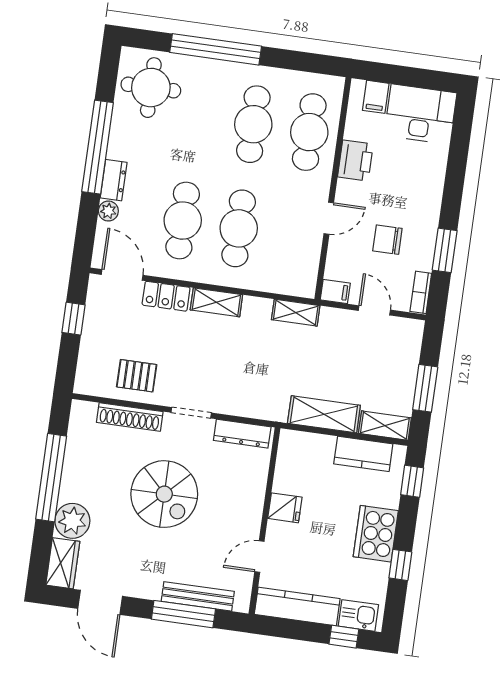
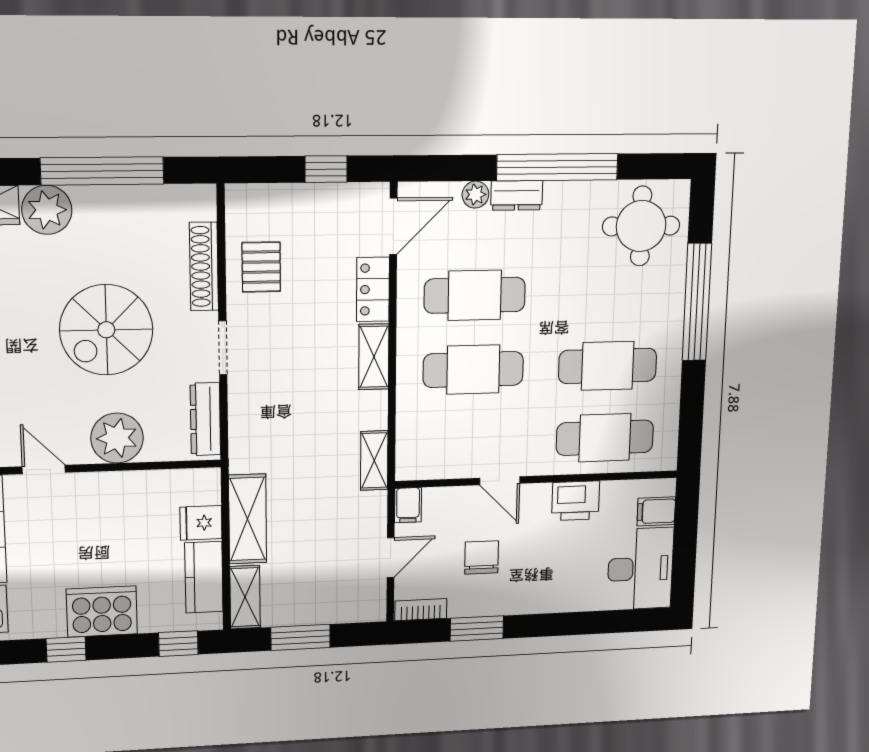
plant: (245, 500) -> (117, 438), added
fridge: (285, 508) -> (201, 523), moved, turned 90

